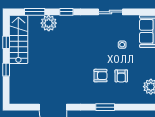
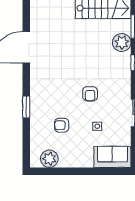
armchair: (100, 76) -> (90, 94), moved

